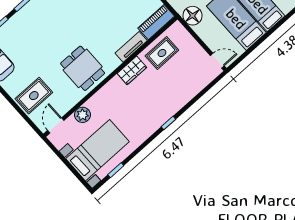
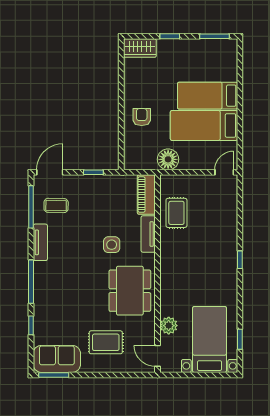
side table: (102, 29) -> (112, 245), added
dining table: (83, 68) -> (130, 291), width x1.38
wardrobe: (132, 70) -> (169, 251), removed
rug: (34, 96) -> (106, 342), moved, turned 90

